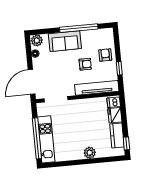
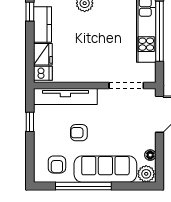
sofa: (65, 41) -> (105, 169), width x1.36
armchair: (105, 55) -> (57, 165), moved

